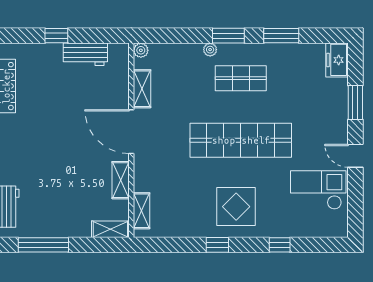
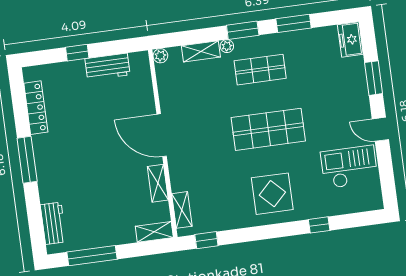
shelving: (142, 89) -> (201, 51), moved, turned 90
shop shelf: (241, 140) -> (268, 129), width x0.71
window: (217, 245) -> (206, 240), moved

